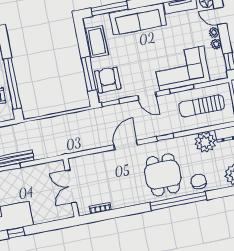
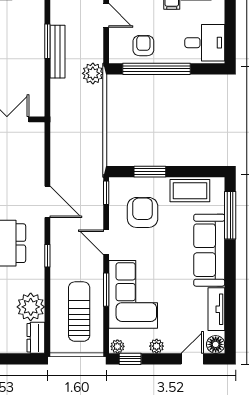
plant: (214, 32) -> (117, 346), moved
window: (89, 74) -> (150, 172), width x0.69
armchair: (108, 80) -> (143, 212), moved, turned -90
door: (147, 96) -> (106, 242), hinge flipped
plant: (25, 130) -> (93, 73), added

